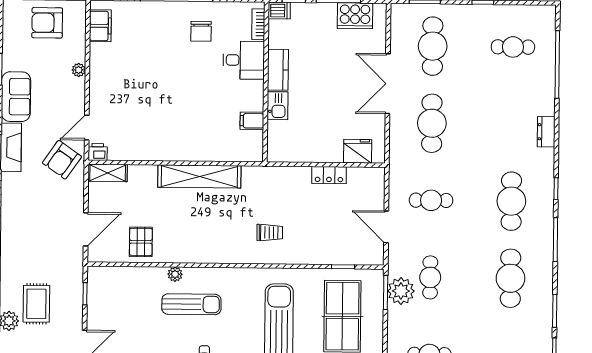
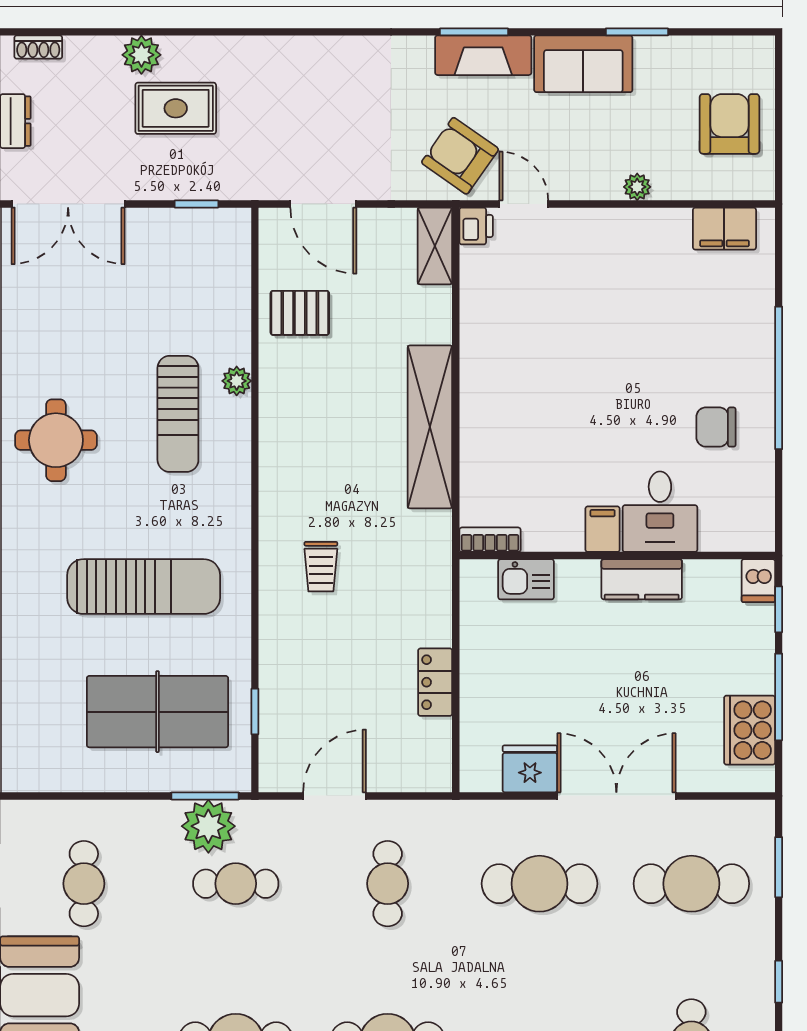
bookcase: (258, 24) -> (490, 540), moved
kitchen sink: (278, 106) -> (526, 579), moved
filing cabinet: (252, 121) -> (603, 529), moved
fridge: (358, 151) -> (530, 769), moved, turned -90

